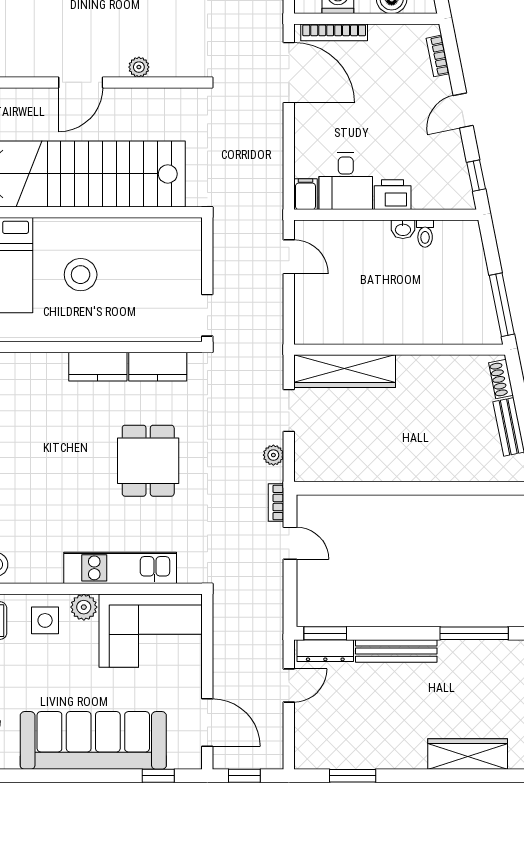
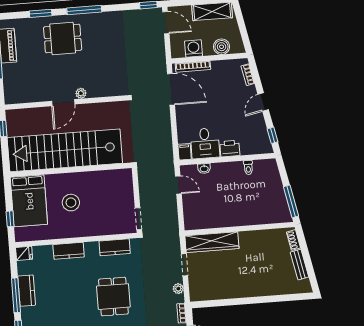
plant: (139, 67) -> (81, 93), moved
washbasin: (403, 229) -> (204, 169), moved
kitchen counter: (98, 367) -> (69, 251), moved

